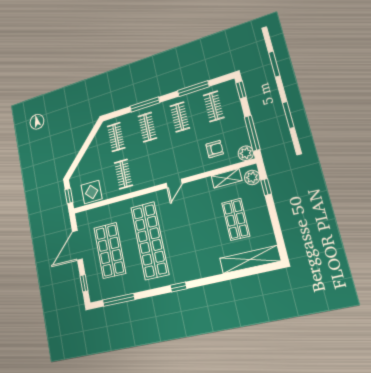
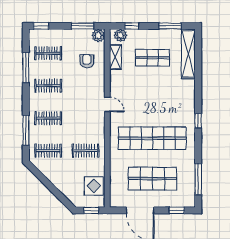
window: (145, 105) -> (26, 130), moved
window: (252, 133) -> (82, 26), width x0.69
window: (277, 231) -> (170, 26), added

